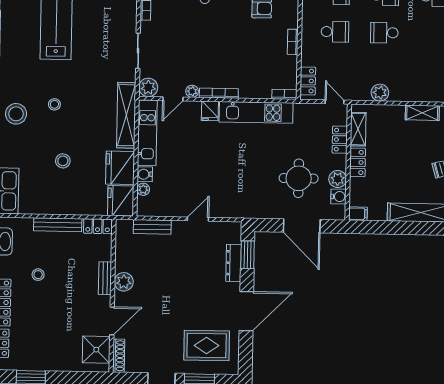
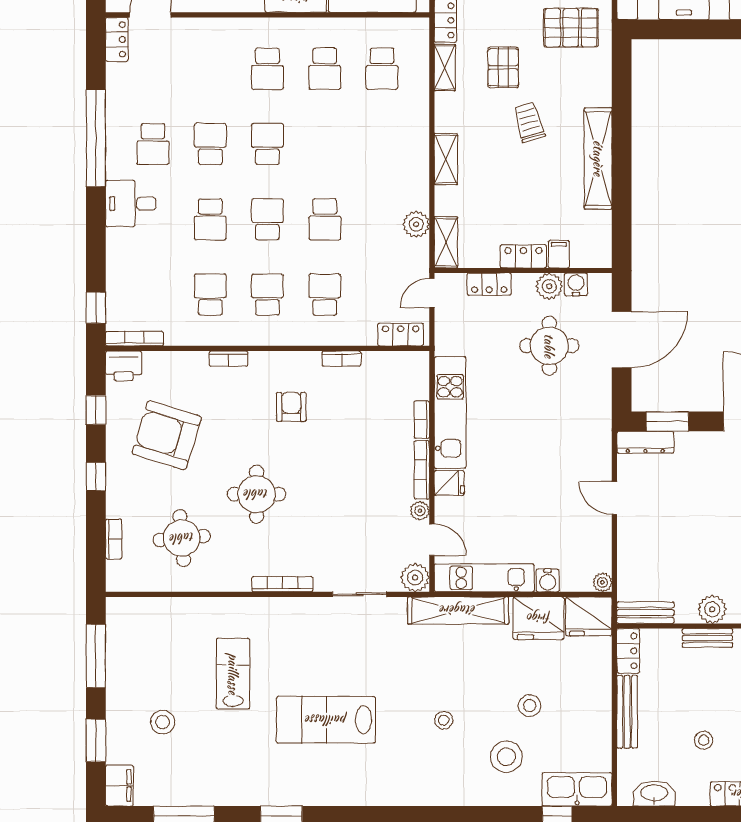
bookcase: (284, 94) -> (422, 420), moved
stool: (16, 114) -> (506, 757), moved
shelving: (358, 129) -> (446, 242), moved, turned 90
plant: (143, 189) -> (602, 582), moved
filing cabinet: (358, 214) -> (559, 254), moved
bench: (152, 227) -> (645, 613), moved, turned 90
dresser: (234, 263) -> (645, 442), moved

